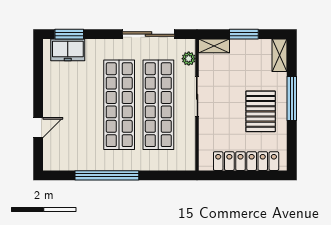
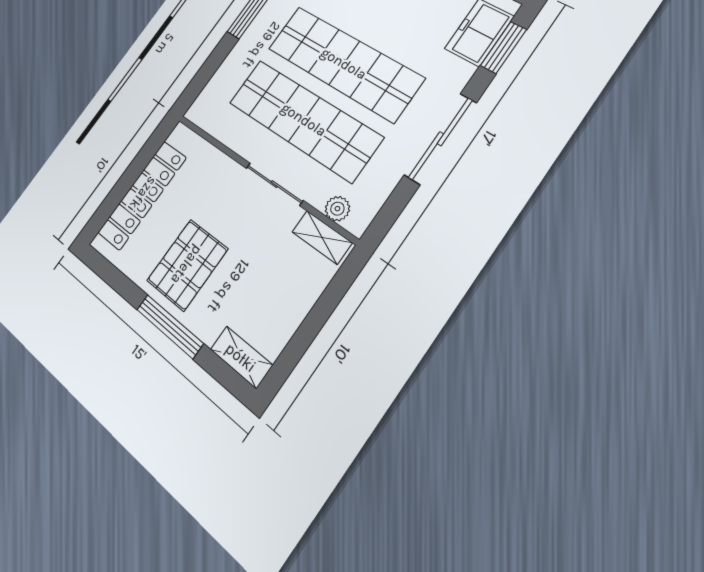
sliding door: (148, 34) -> (440, 139), moved
window: (244, 34) -> (313, 324), removed
shelving: (214, 46) -> (322, 237), moved, turned 90
pallet: (261, 111) -> (187, 265), turned 90

